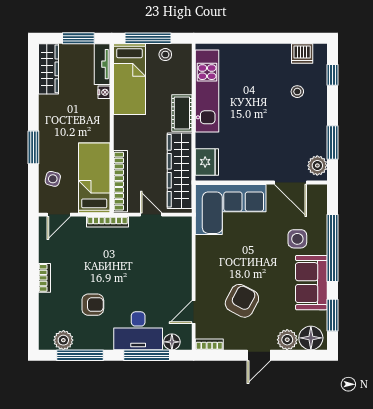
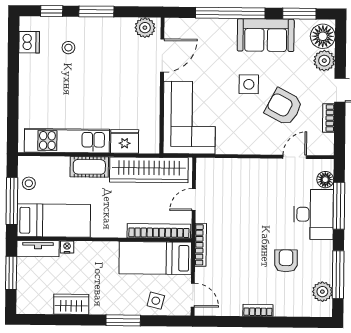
wardrobe: (48, 69) -> (71, 304), moved, width x0.67
window: (333, 142) -> (96, 12), moved
fridge: (207, 162) -> (125, 141), moved
side table: (297, 239) -> (249, 84), moved
door: (194, 312) -> (295, 157), swing flipped
bookcase: (209, 344) -> (329, 118), moved

